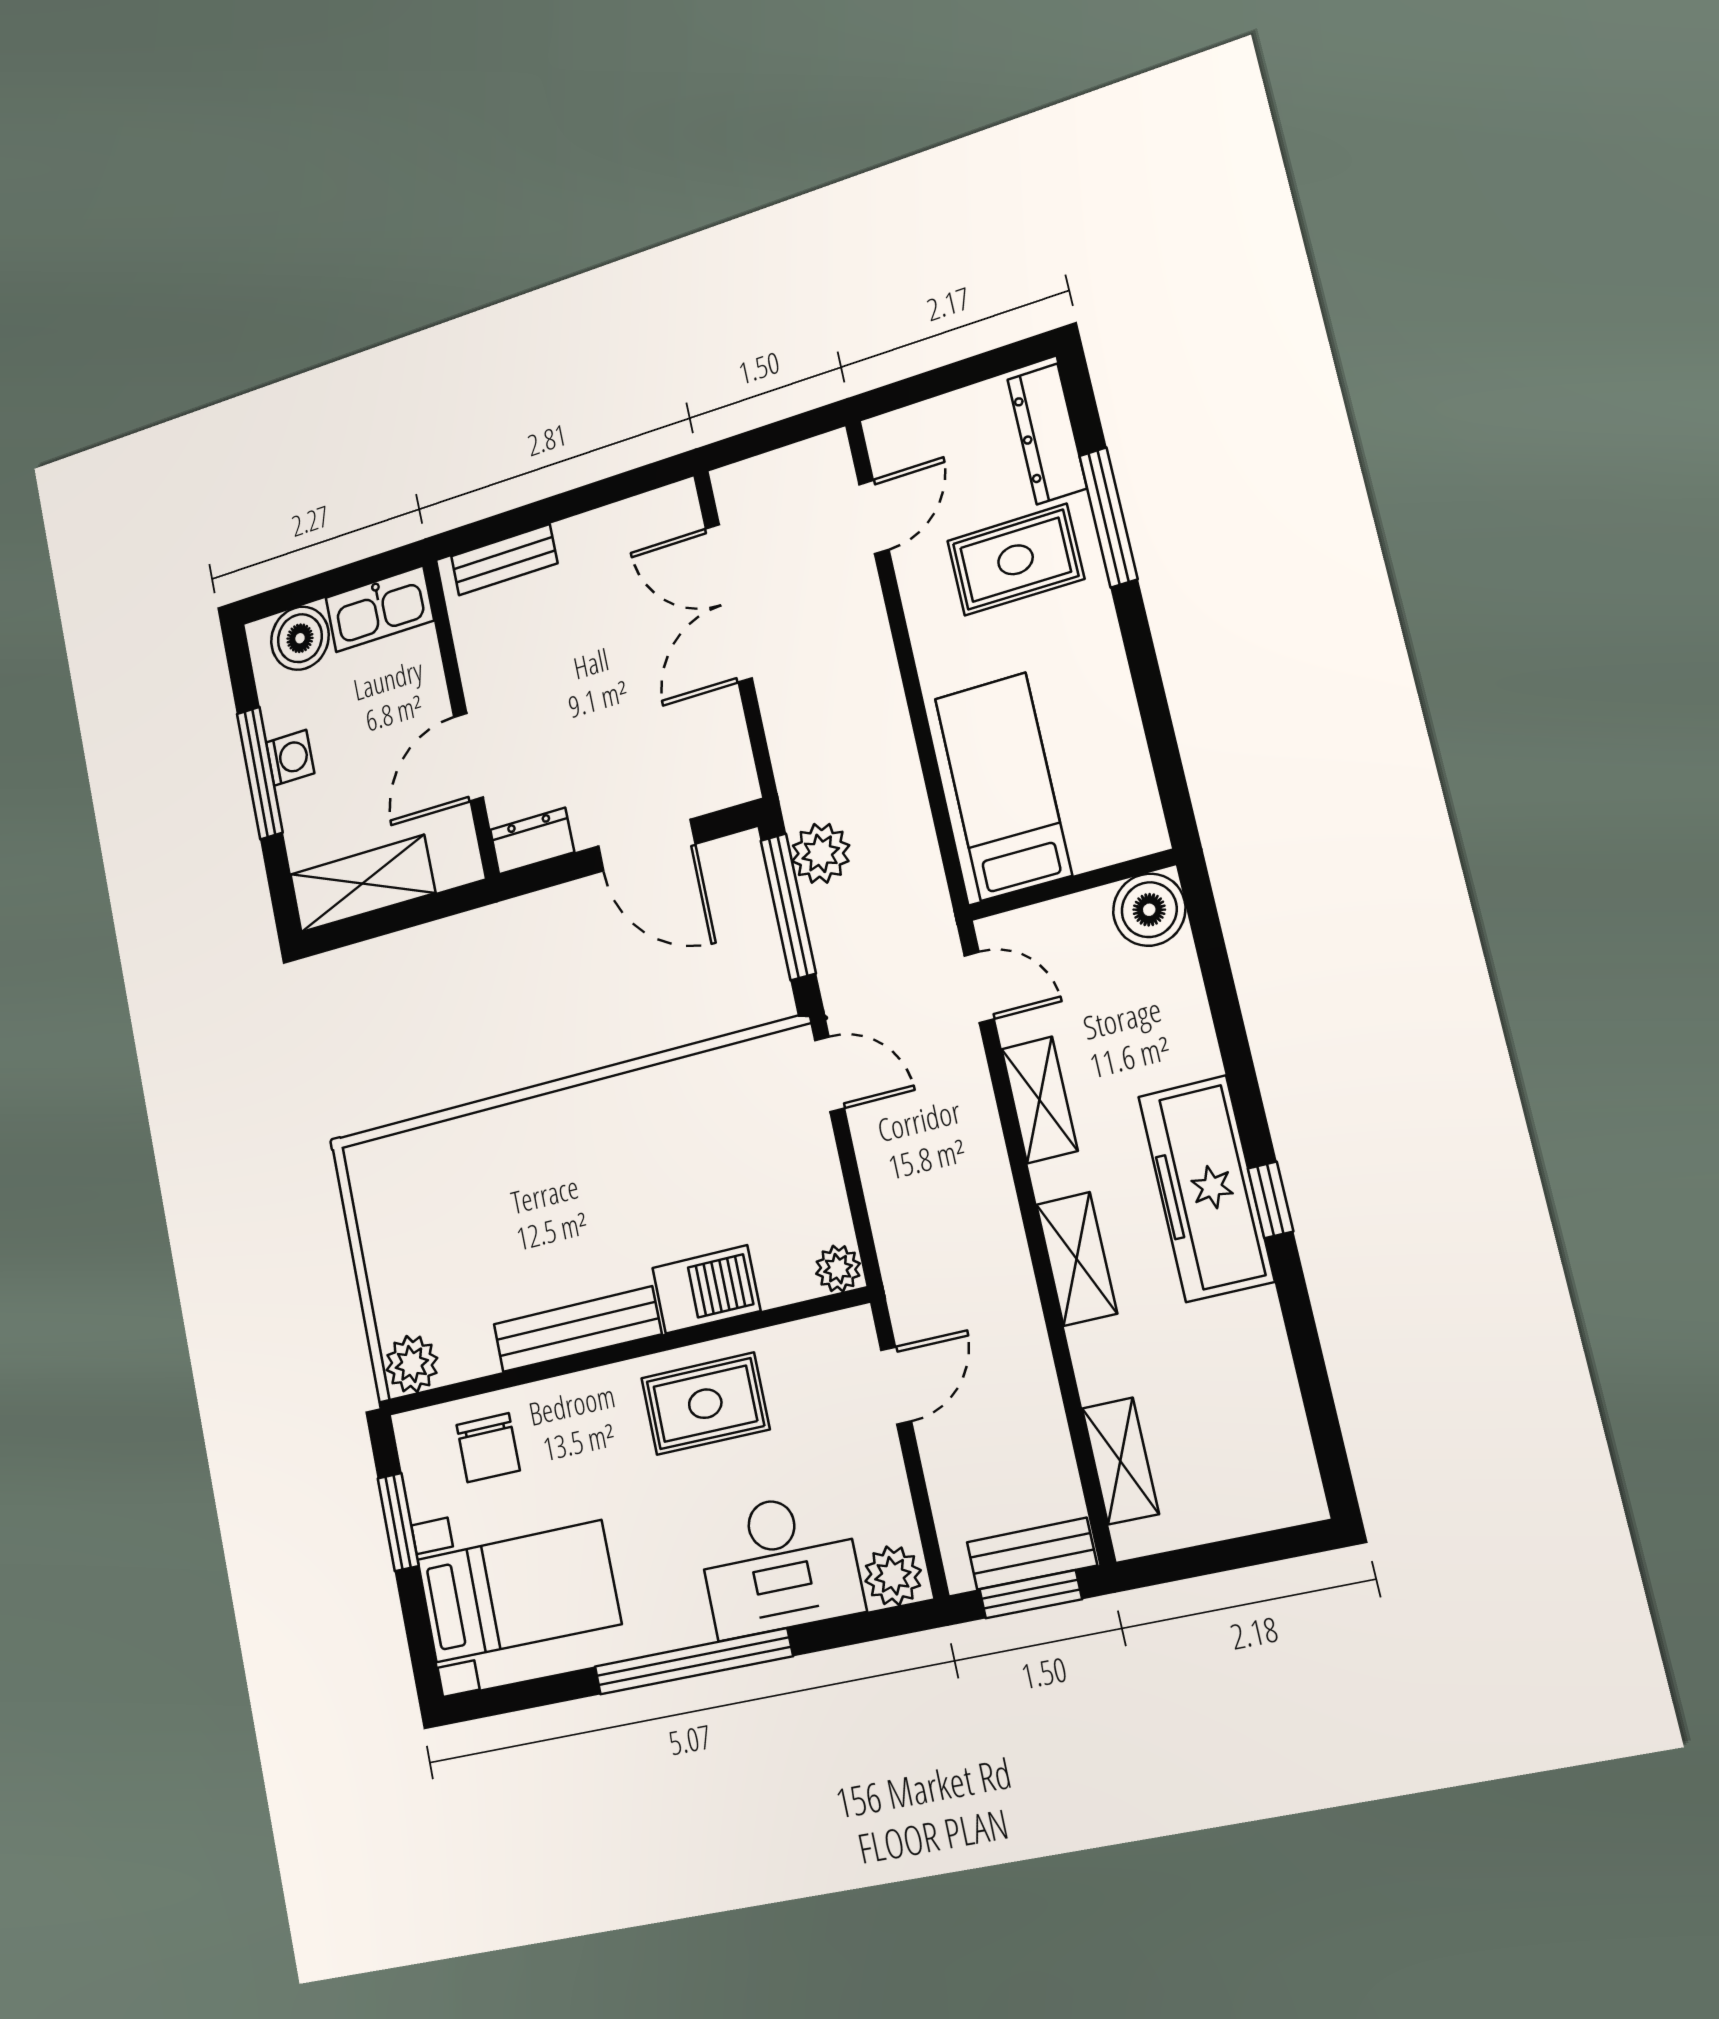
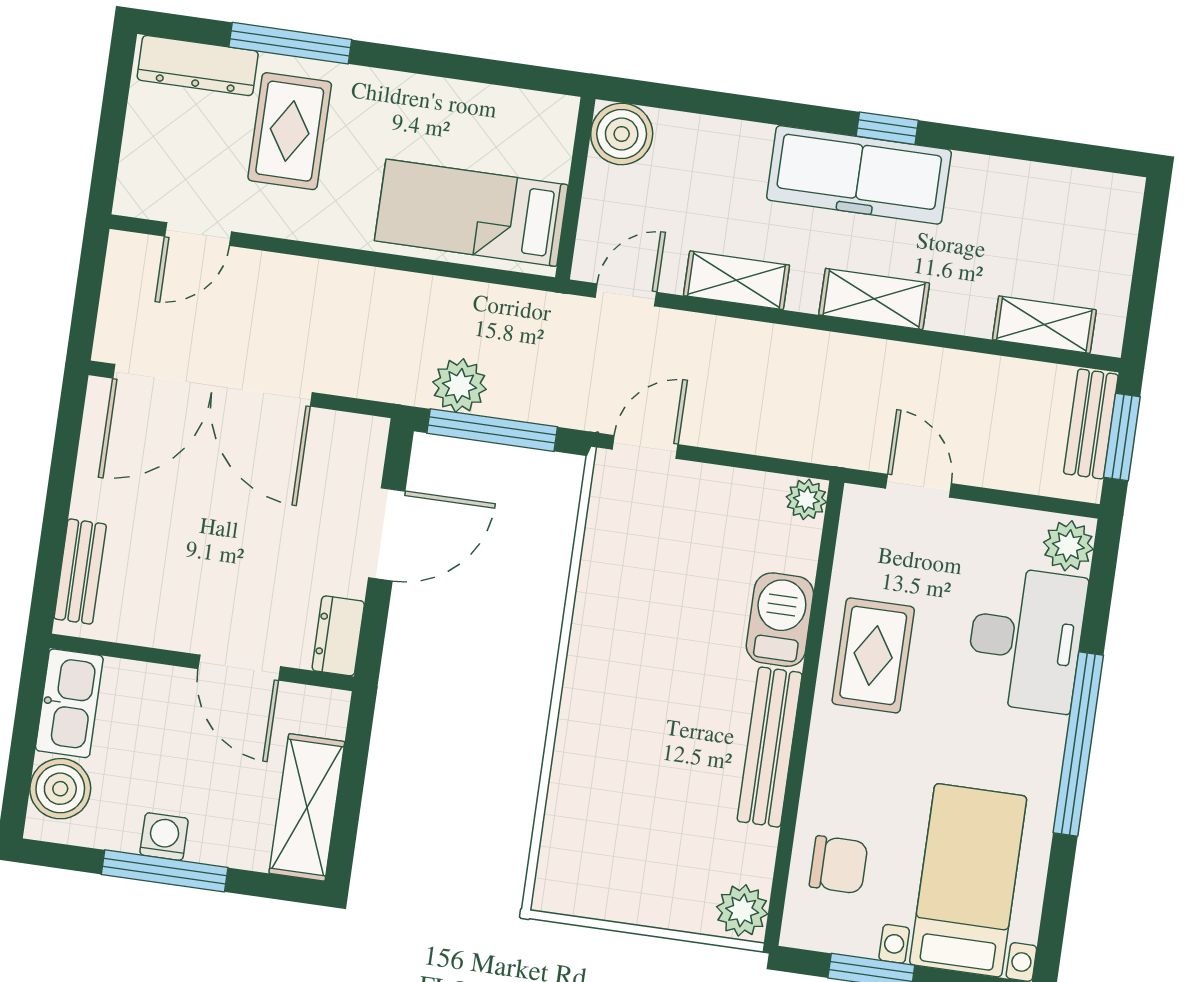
door: (874, 517) -> (198, 234), swing flipped
double door: (729, 603) -> (212, 385), width x1.36

